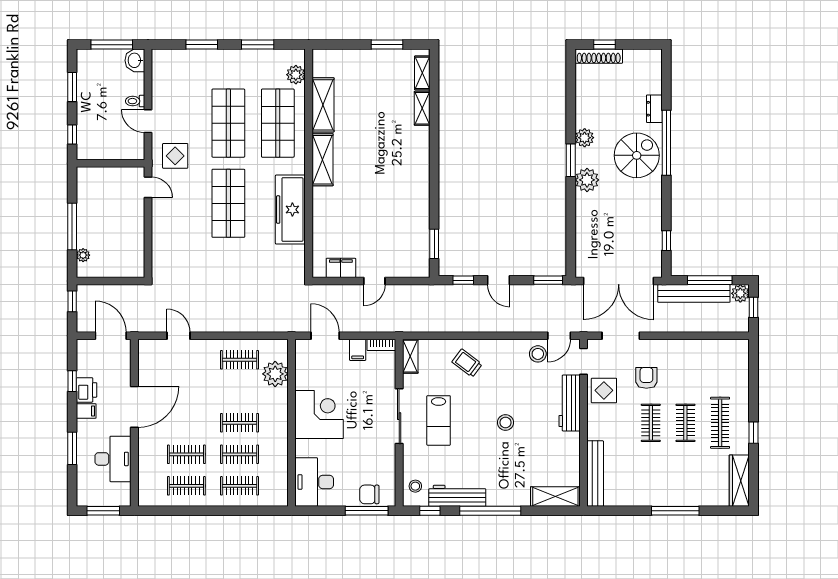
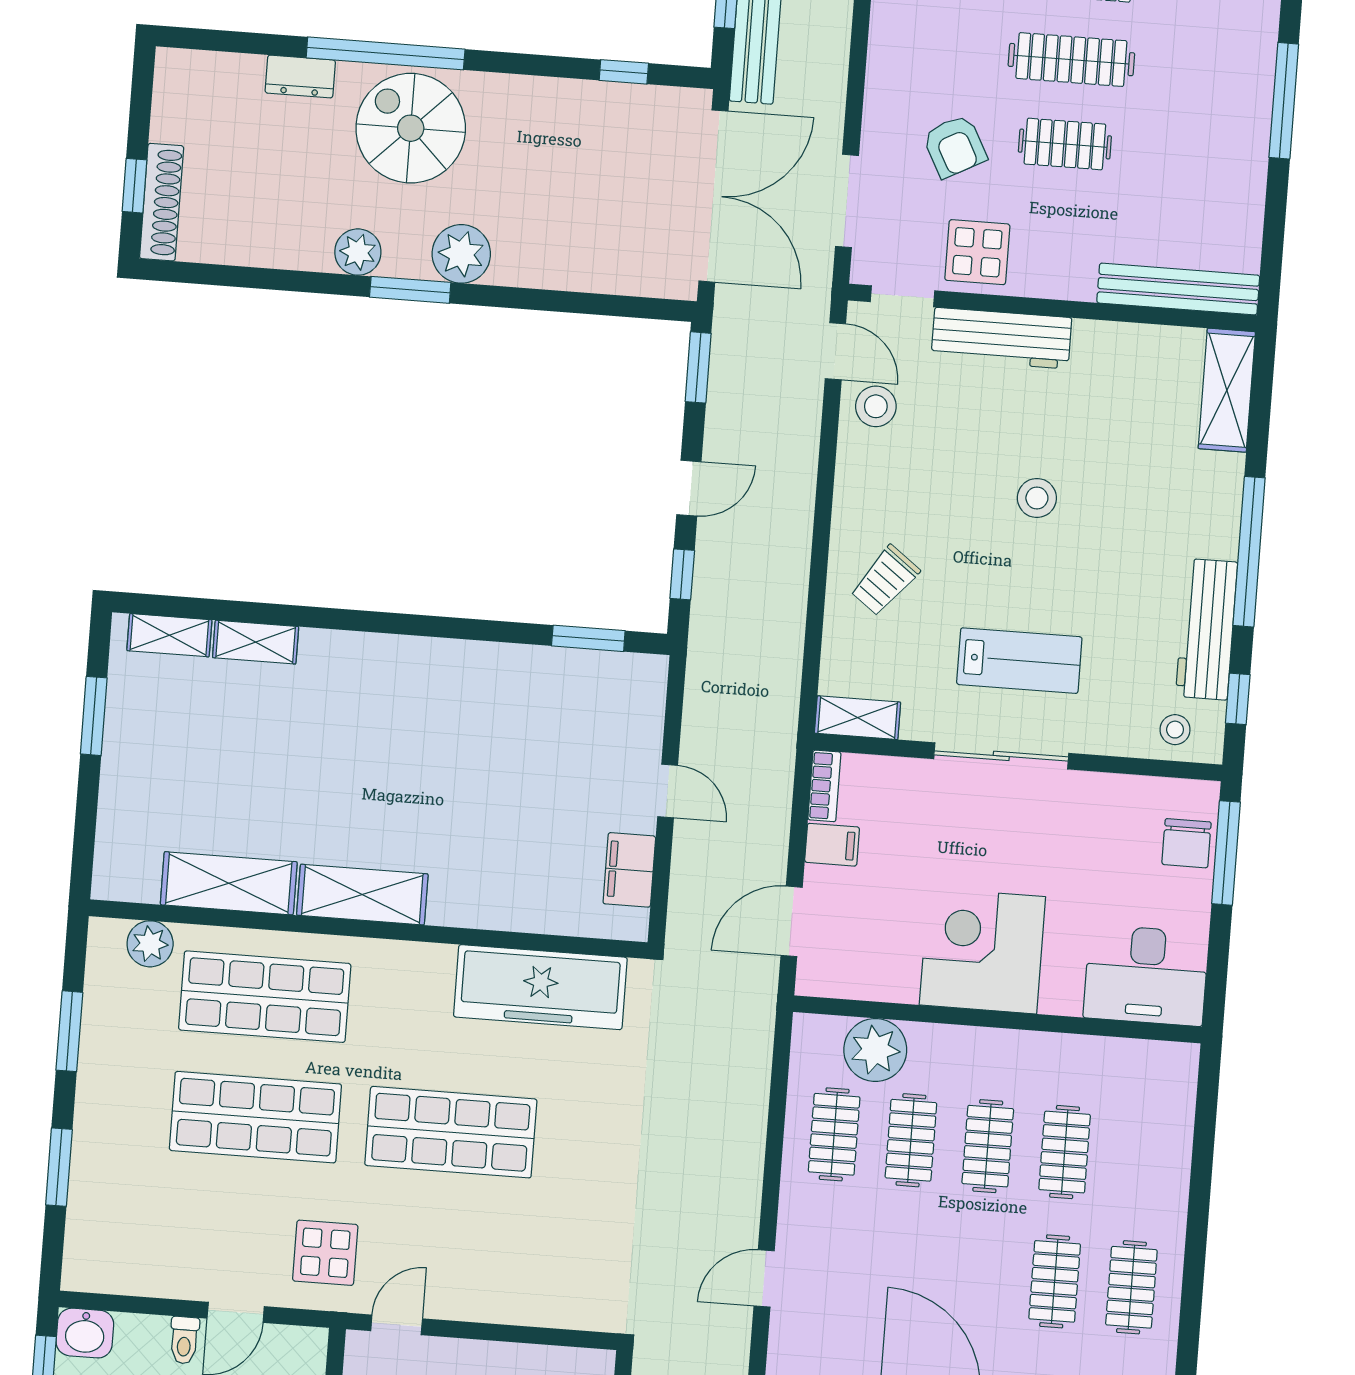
freezer: (290, 210) -> (540, 987), moved
armchair: (646, 378) -> (955, 146), turned -118
clothes rail: (685, 423) -> (1071, 60), width x1.36
clothes rail: (240, 486) -> (911, 1140), moved

